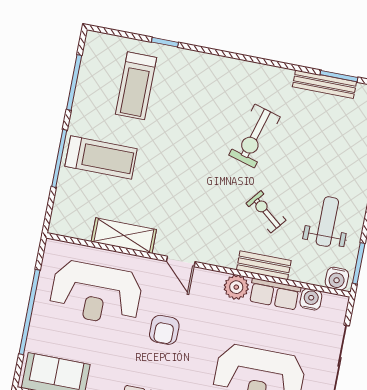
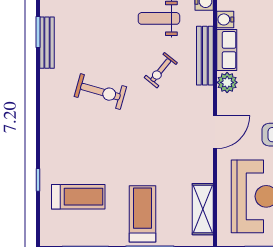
shelving: (124, 236) -> (203, 209), moved
door: (181, 261) -> (215, 132), width x1.38
bench: (264, 265) -> (205, 56), width x1.36

